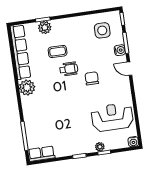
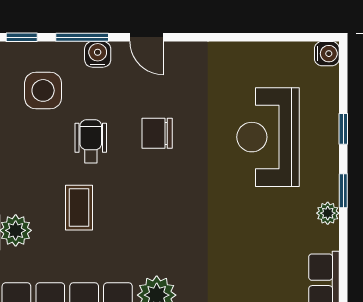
wheelchair: (69, 69) -> (91, 141), moved
door: (129, 69) -> (146, 37), hinge flipped
reception desk: (112, 117) -> (268, 137), moved
plant: (100, 147) -> (328, 213), moved

